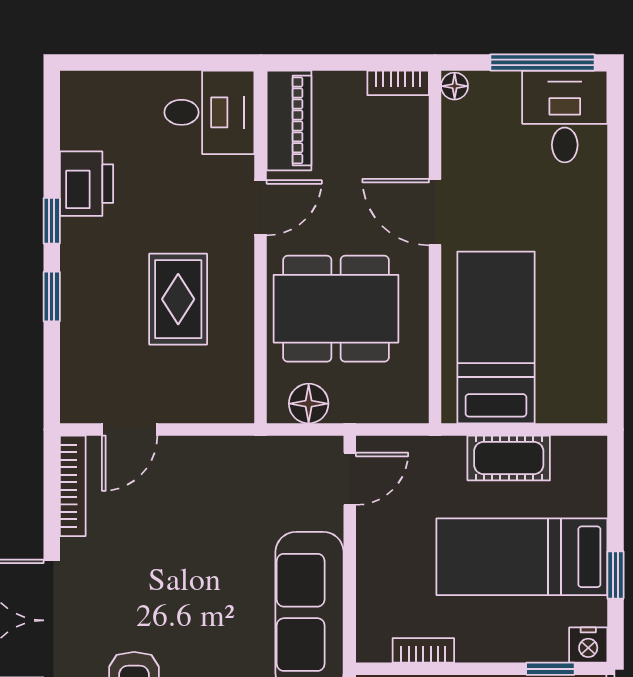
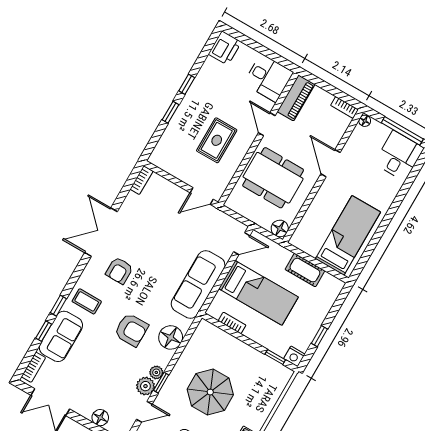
printer: (86, 184) -> (225, 48), moved
door: (261, 208) -> (267, 124), swing flipped
bed: (496, 337) -> (348, 235), moved
floor lamp: (309, 404) -> (280, 229), moved
door: (130, 429) -> (202, 196), moved
bookcase: (73, 486) -> (141, 180), width x0.64
bed: (522, 557) -> (258, 293), moved, turned 180

